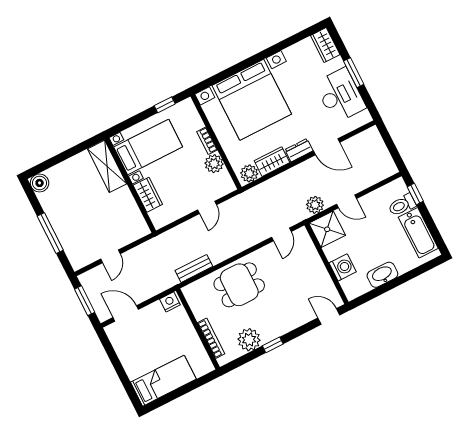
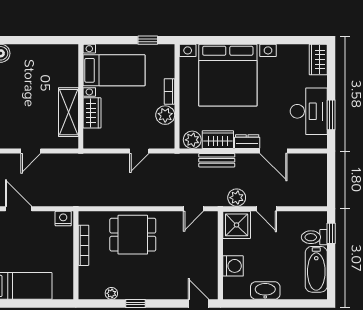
window: (354, 73) -> (331, 115), moved
shelving: (107, 166) -> (68, 112), moved
bench: (194, 268) -> (217, 160), moved
bookcase: (211, 338) -> (83, 245), moved
plant: (249, 340) -> (111, 293), width x0.53, depth x0.53

